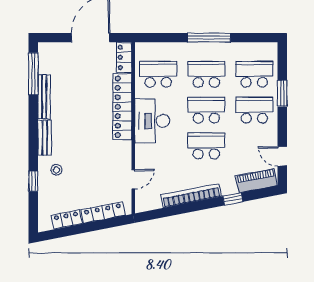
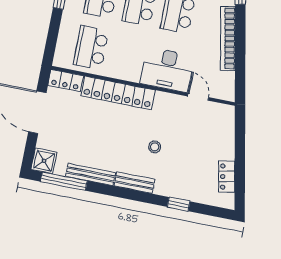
shower: (48, 52) -> (44, 161), added
desk: (152, 121) -> (167, 70), moved
stool: (57, 170) -> (155, 147), moved
locker: (103, 212) -> (227, 136), removed

